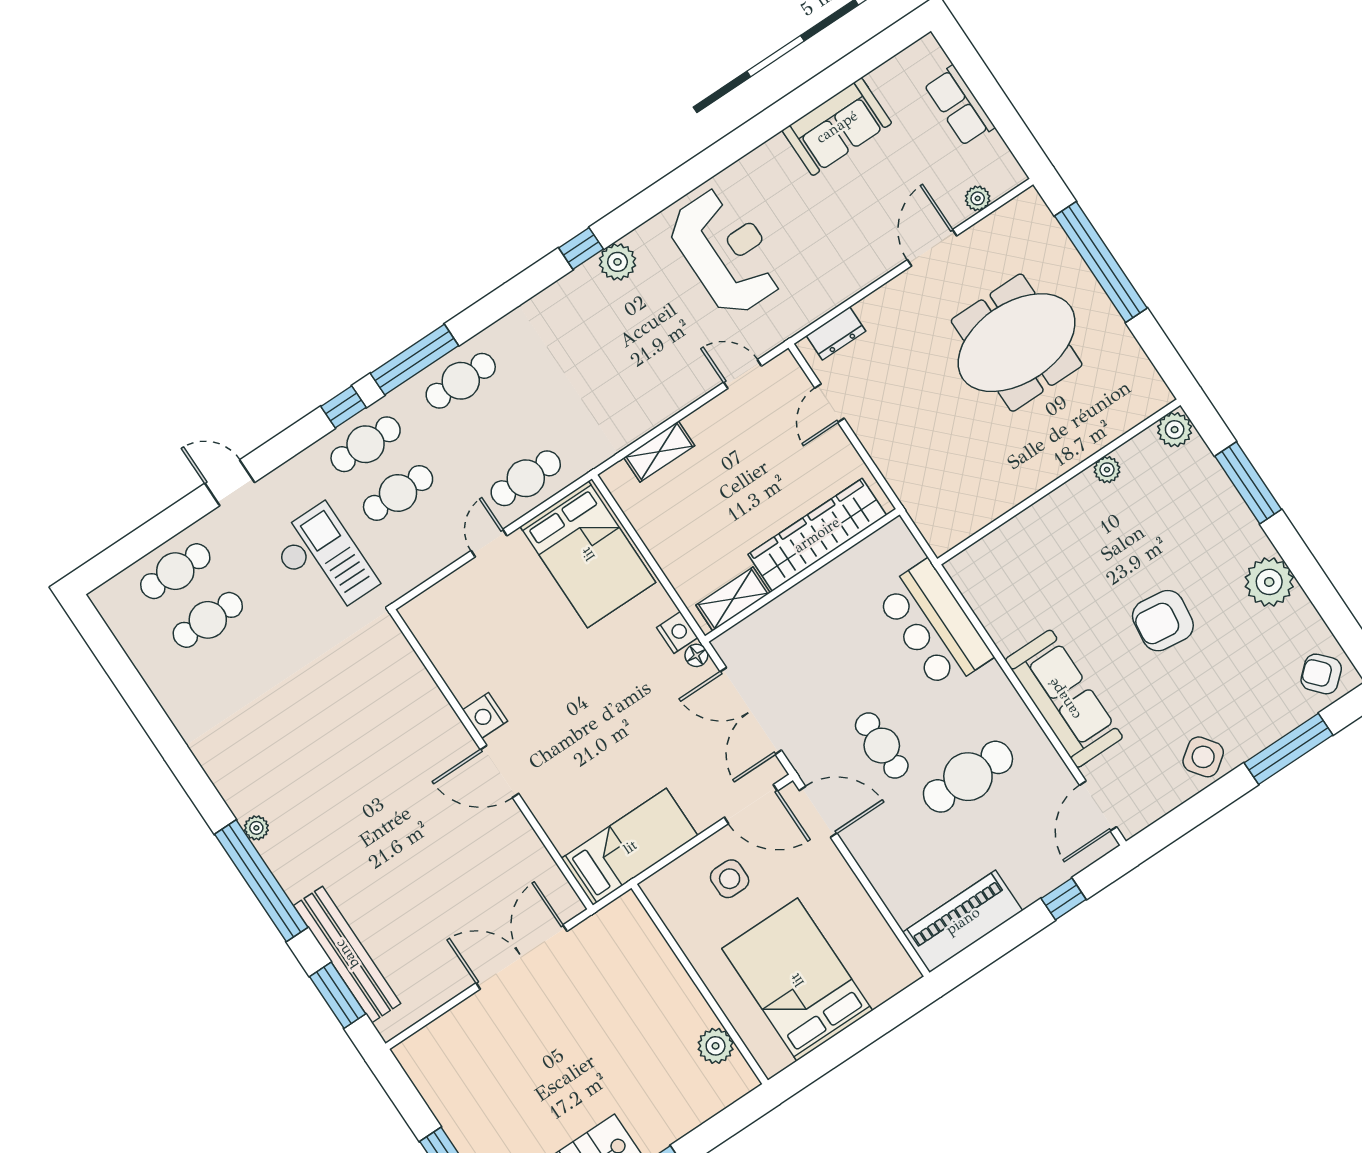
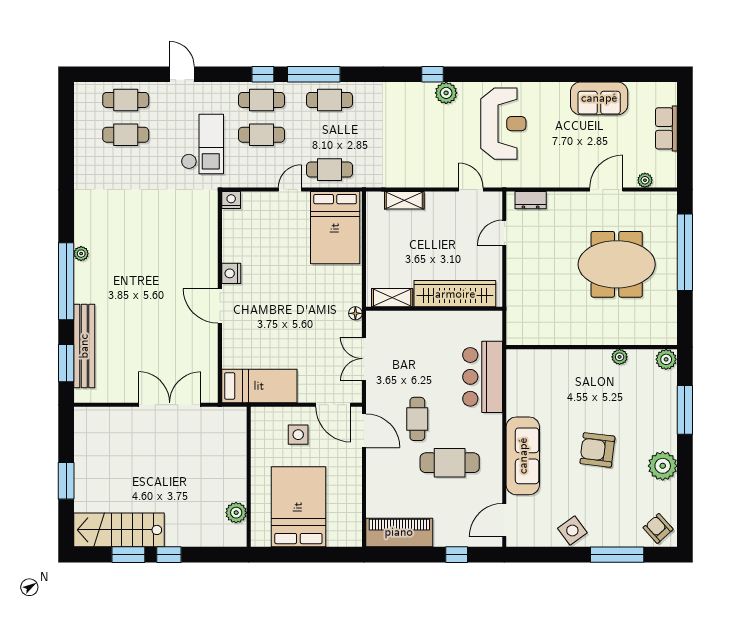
nightstand: (677, 633) -> (231, 200), moved, turned -90
double door: (751, 711) -> (364, 359), width x0.73

